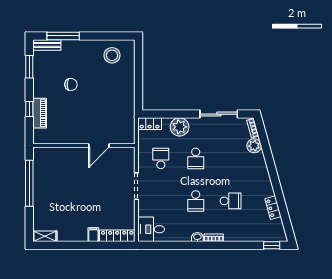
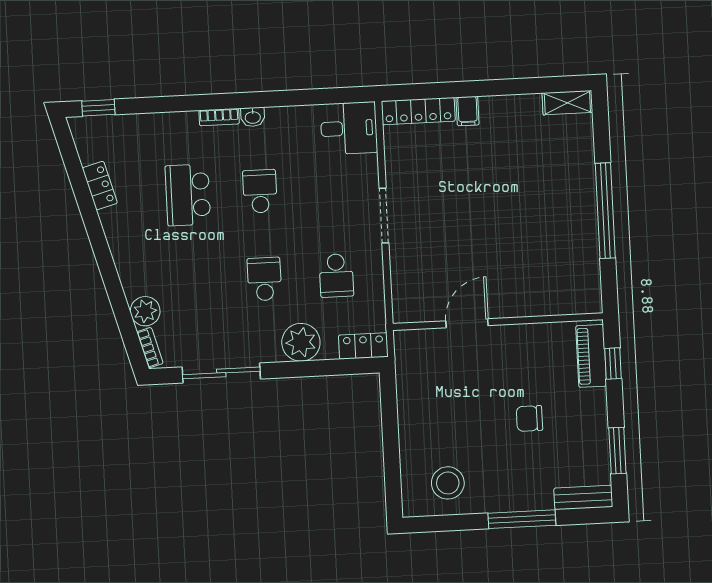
window: (63, 36) -> (522, 519), moved
wall: (84, 145) -> (498, 322), moved
door: (99, 145) -> (467, 323), moved
school desk: (231, 201) -> (188, 195), width x1.85

